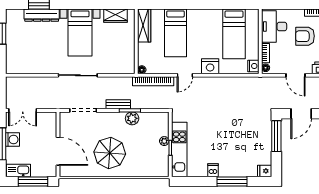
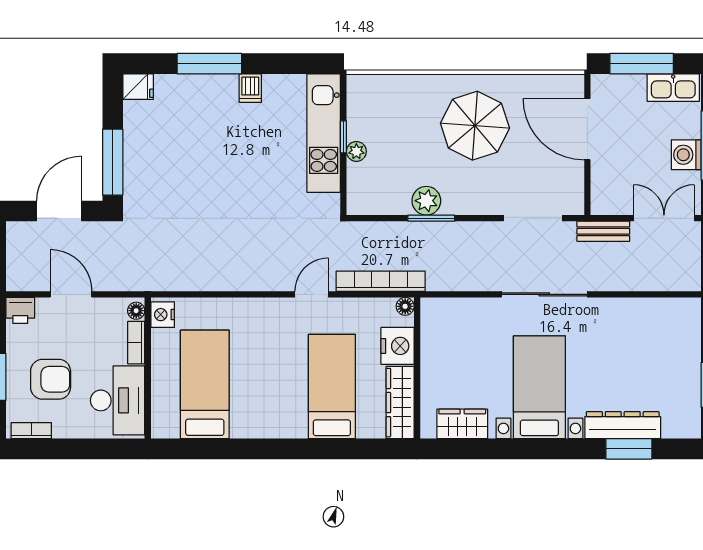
nightstand: (210, 66) -> (398, 346), moved, turned 90
bench: (118, 104) -> (603, 231), moved

